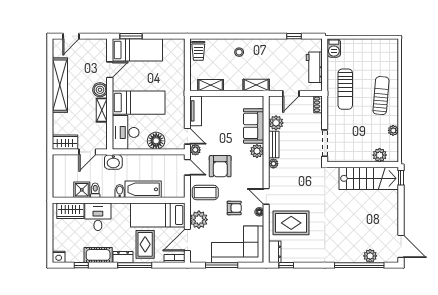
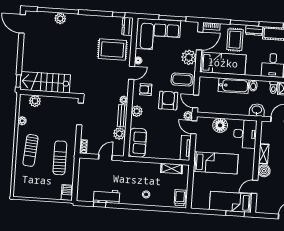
workbench: (314, 67) -> (107, 196), moved, turned -90
shelving: (256, 85) -> (134, 166), removed
bed: (139, 103) -> (216, 163), moved, turned 180
sofa: (254, 126) -> (137, 143), moved
door: (266, 196) -> (132, 73), hinge flipped
armchair: (234, 208) -> (146, 90), moved
plant: (370, 256) -> (60, 18), moved

